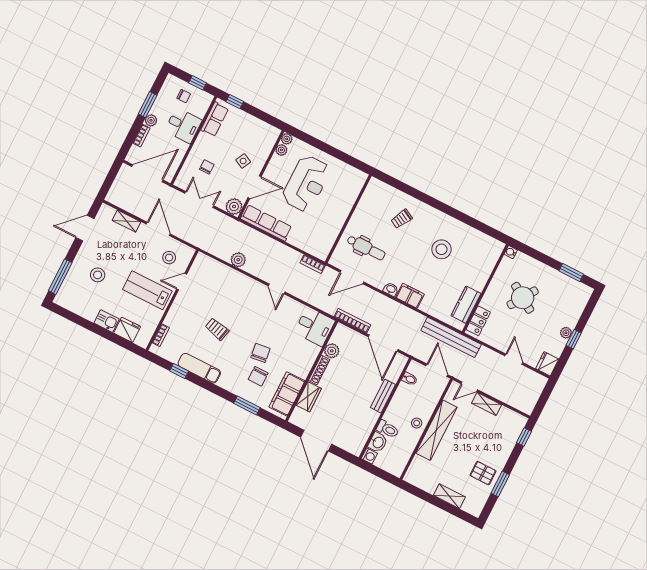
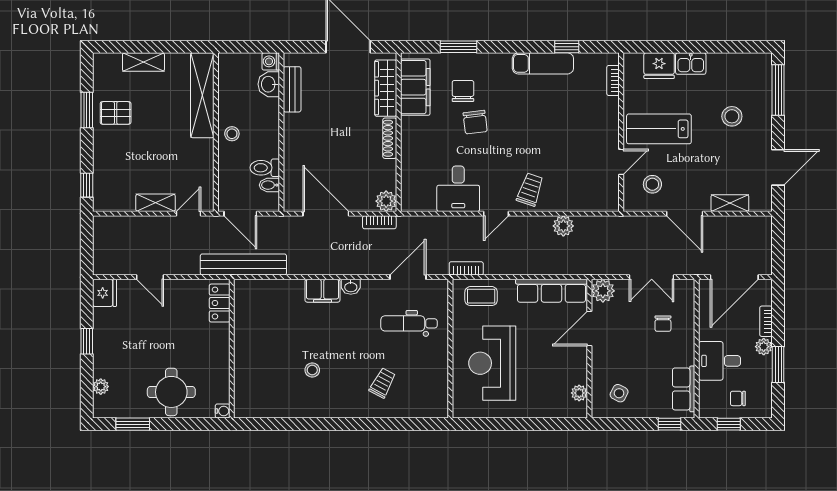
plant: (287, 139) -> (580, 410), removed
side table: (243, 161) -> (619, 393), moved
reception desk: (306, 184) -> (492, 363), moved
coffee table: (312, 242) -> (481, 296), added
stool: (441, 249) -> (312, 370), width x0.53, depth x0.53
door: (277, 289) -> (496, 214), swing flipped
lab bench: (147, 290) -> (659, 129), turned 180
round table: (523, 298) -> (171, 392), moved, turned -33
kitchen counter: (466, 305) -> (246, 316), removed
bookcase: (352, 321) -> (379, 222), width x0.64
desk: (315, 327) -> (458, 189), moved, turned -90
trolley: (217, 329) -> (530, 190), moved, turned -84
plant: (566, 333) -> (101, 387), moved
plant: (332, 351) -> (386, 201), moved
bench: (383, 396) -> (292, 89), moved
wardrobe: (309, 397) -> (386, 88), width x1.50
toilet: (388, 429) -> (265, 168), moved
shelving: (436, 430) -> (202, 95), moved

